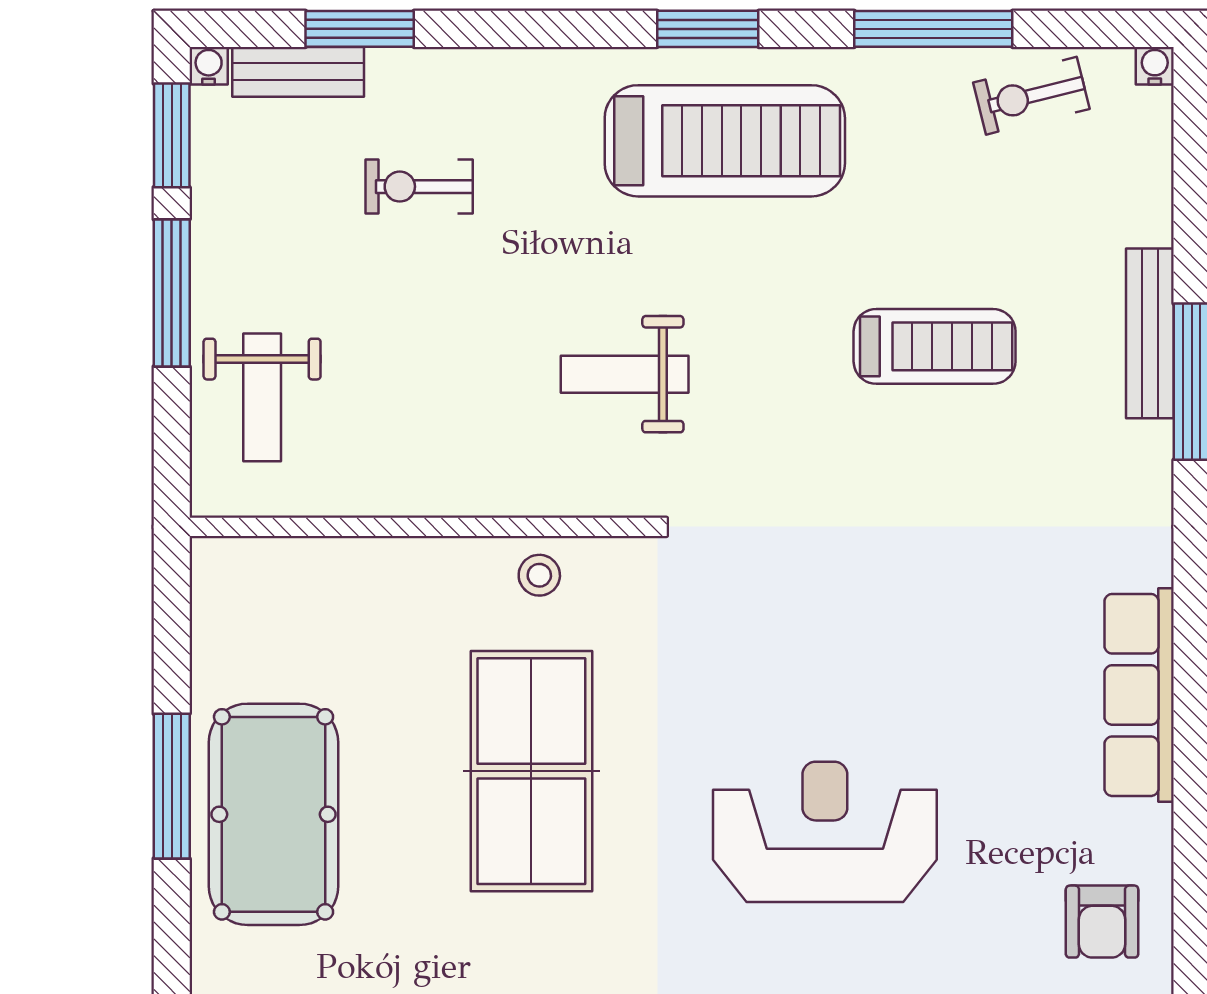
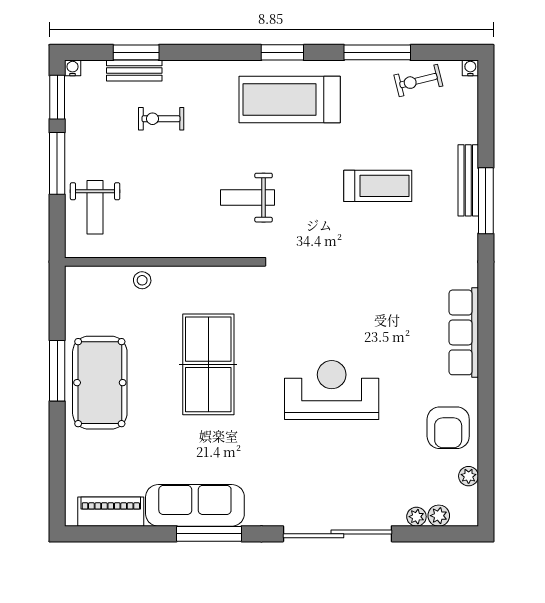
bench: (298, 72) -> (134, 70), moved
treadmill: (725, 141) -> (290, 99), turned 180
stool: (539, 575) -> (142, 280), moved
armchair: (1102, 922) -> (448, 428), width x1.38, depth x1.38

